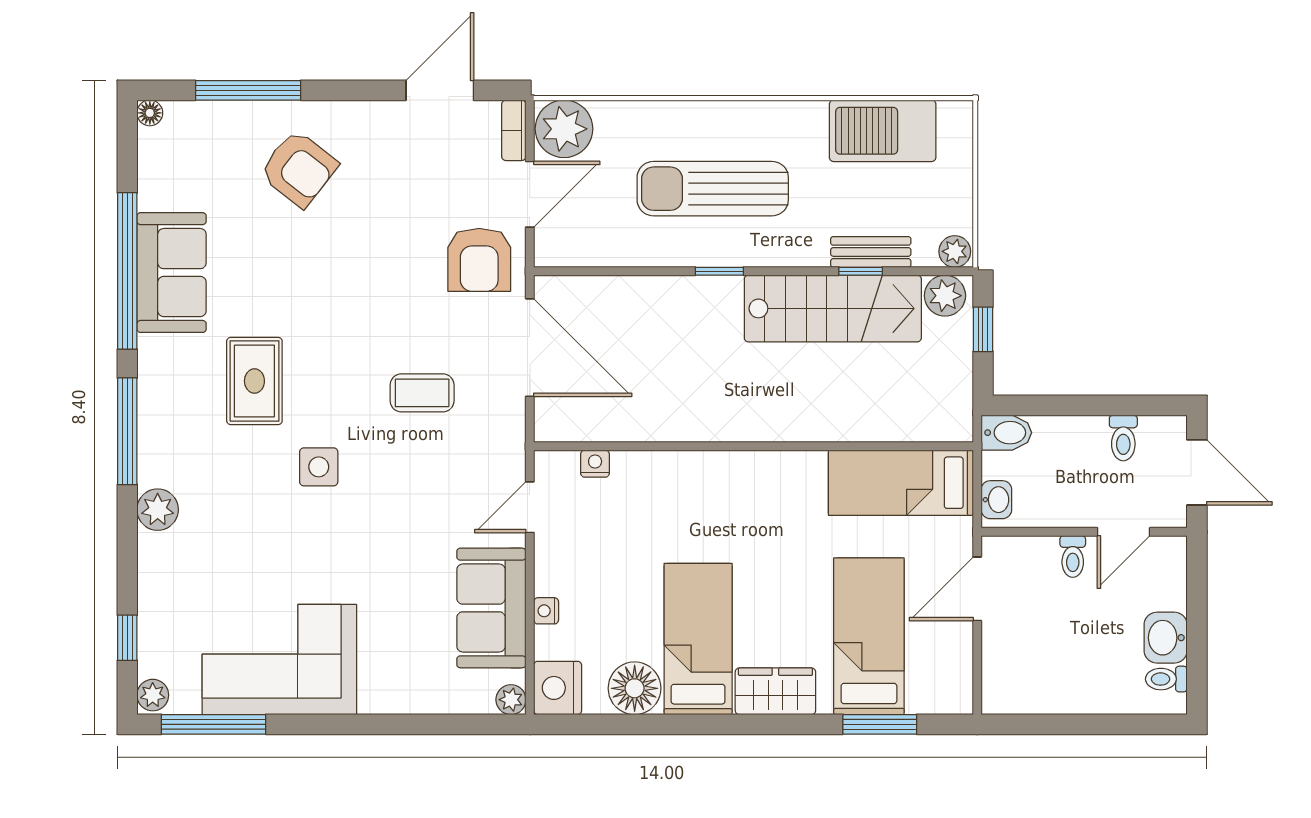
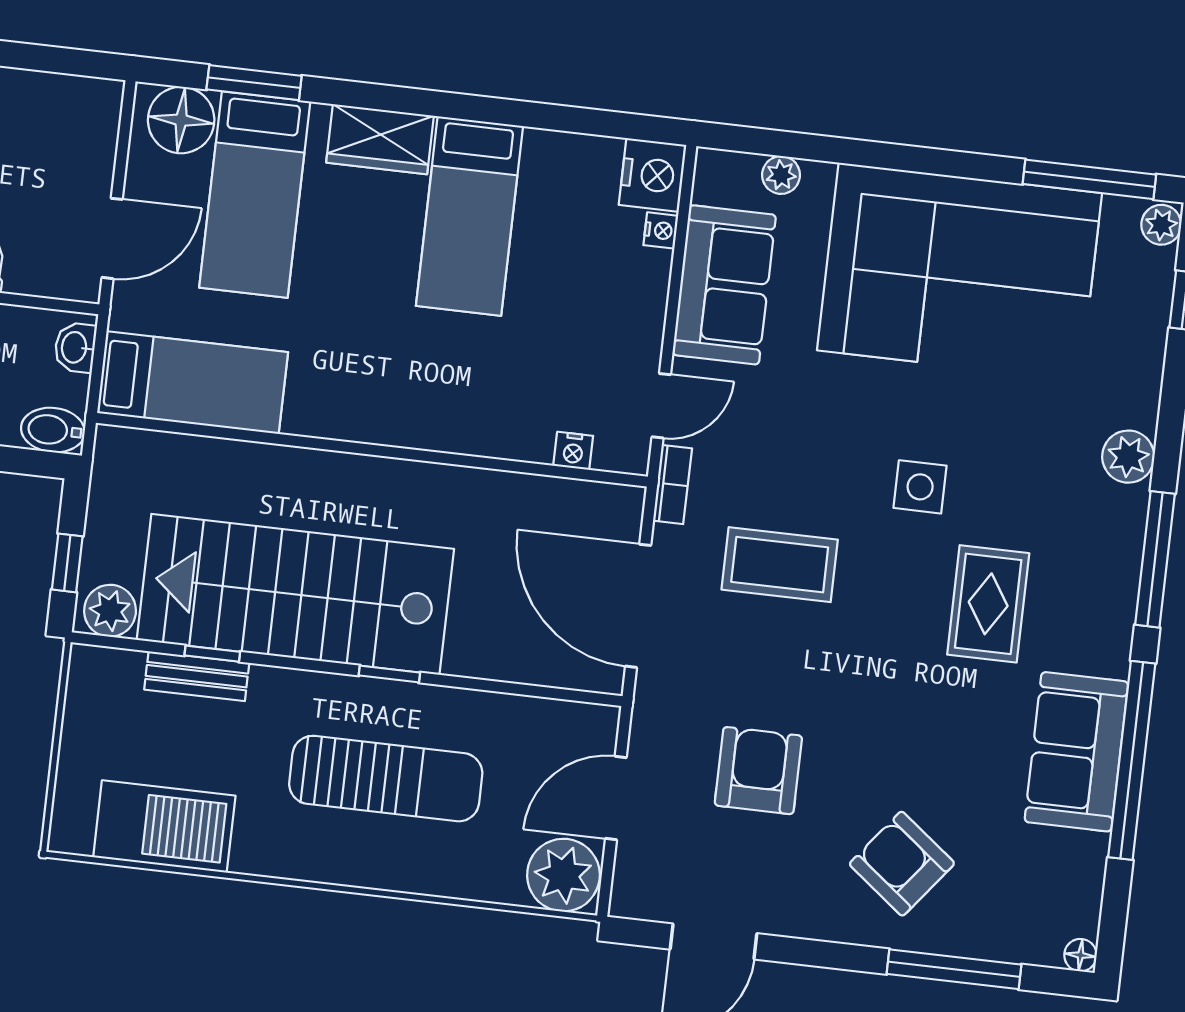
bookcase: (514, 130) -> (672, 484), moved
plant: (955, 251) -> (91, 665), removed
armchair: (479, 260) -> (758, 771), moved
stairs: (833, 308) -> (295, 594), width x1.36, depth x1.51
coffee table: (422, 393) -> (780, 565), width x1.36, depth x1.30
nightstand: (546, 611) -> (661, 230), moved
corner sofa: (279, 660) -> (960, 272), width x1.36, depth x1.36
floor lamp: (635, 688) -> (181, 120), moved
plant: (511, 700) -> (781, 175), moved

